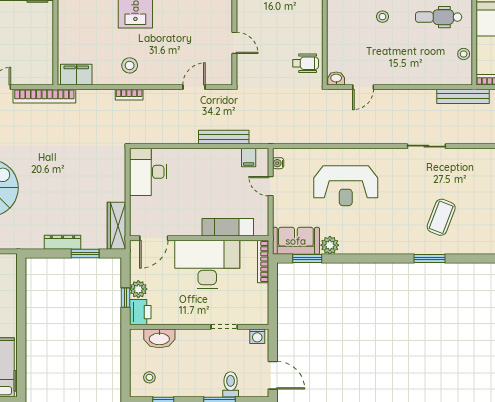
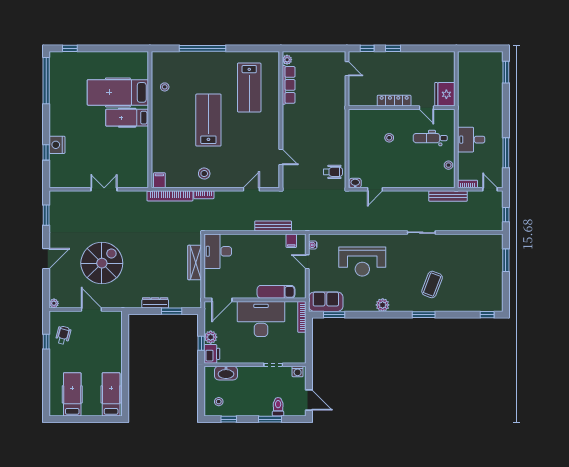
filing cabinet: (76, 75) -> (159, 180), width x0.50
bookcase: (44, 96) -> (170, 196), moved
wardrobe: (117, 226) -> (195, 262), moved
plant: (330, 245) -> (383, 305), moved

